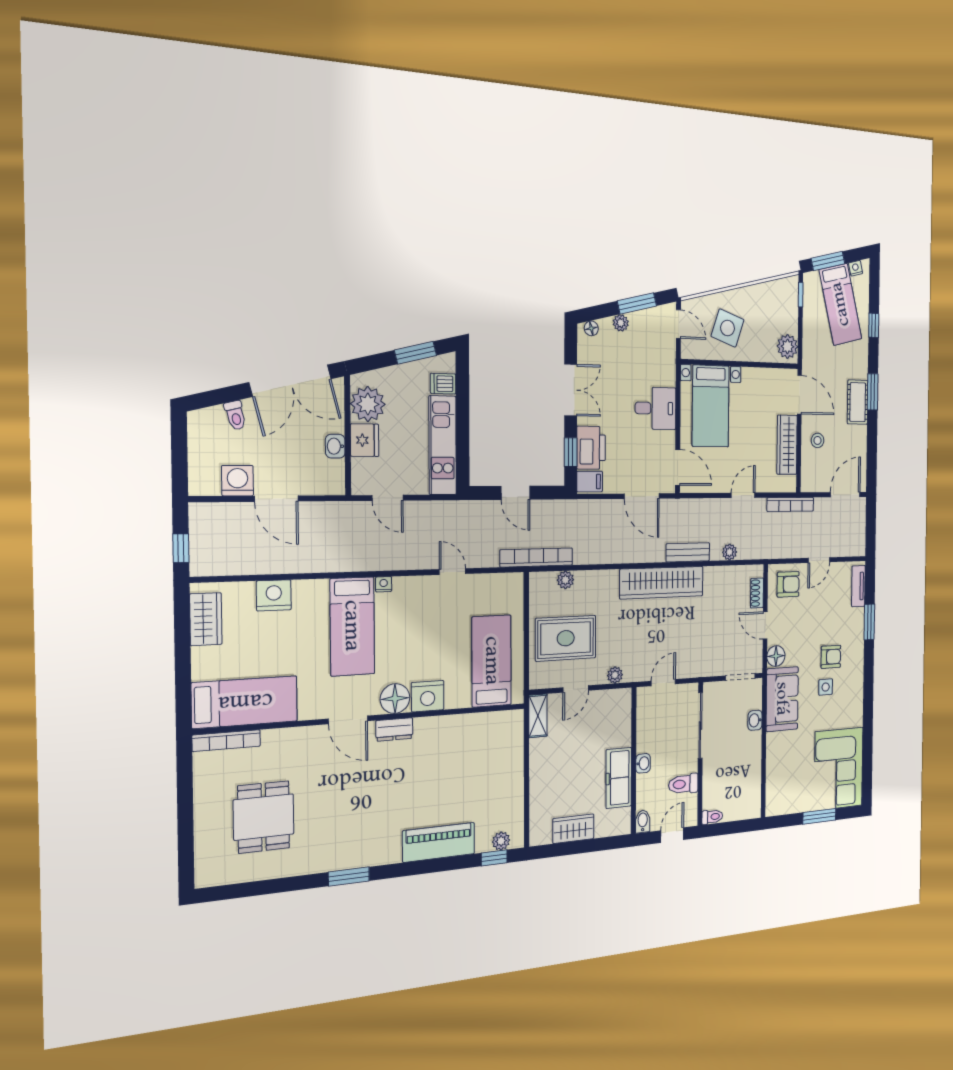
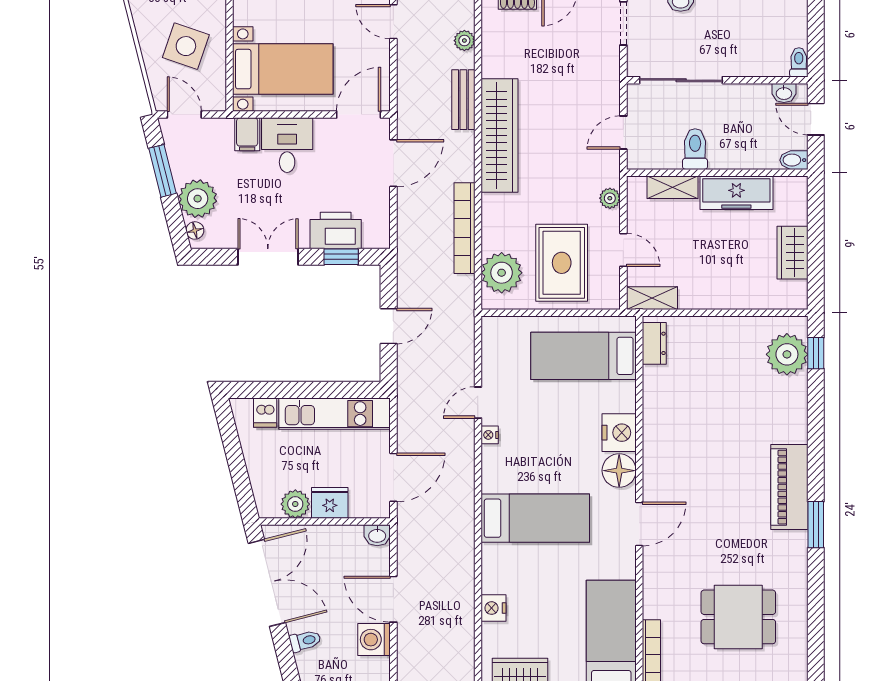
plant: (621, 323) -> (198, 199), width x1.88, depth x1.88
door: (678, 324) -> (184, 115), hinge flipped
window: (415, 353) -> (232, 445), removed
plant: (368, 404) -> (295, 504), width x0.73, depth x0.73
washbasin: (335, 446) -> (377, 535), moved
filing cabinet: (590, 482) -> (247, 134), moved, turned 180
door: (388, 498) -> (393, 477), width x1.38
door: (276, 499) -> (393, 599), swing flipped
bookcase: (536, 557) -> (464, 228), moved
plant: (565, 580) -> (502, 273), width x1.88, depth x1.88
nightstand: (384, 584) -> (490, 435), moved
nightstand: (274, 595) -> (493, 608), width x0.74, depth x0.75
door: (663, 683) -> (623, 133), hinge flipped
shelving: (623, 726) -> (673, 187), added
dresser: (394, 729) -> (654, 343), moved
washbasin: (643, 763) -> (784, 93), moved, turned 180
toilet: (683, 784) -> (695, 149), moved, turned 180
plant: (501, 841) -> (787, 354), width x1.88, depth x1.88
piano: (439, 842) -> (789, 487), moved

